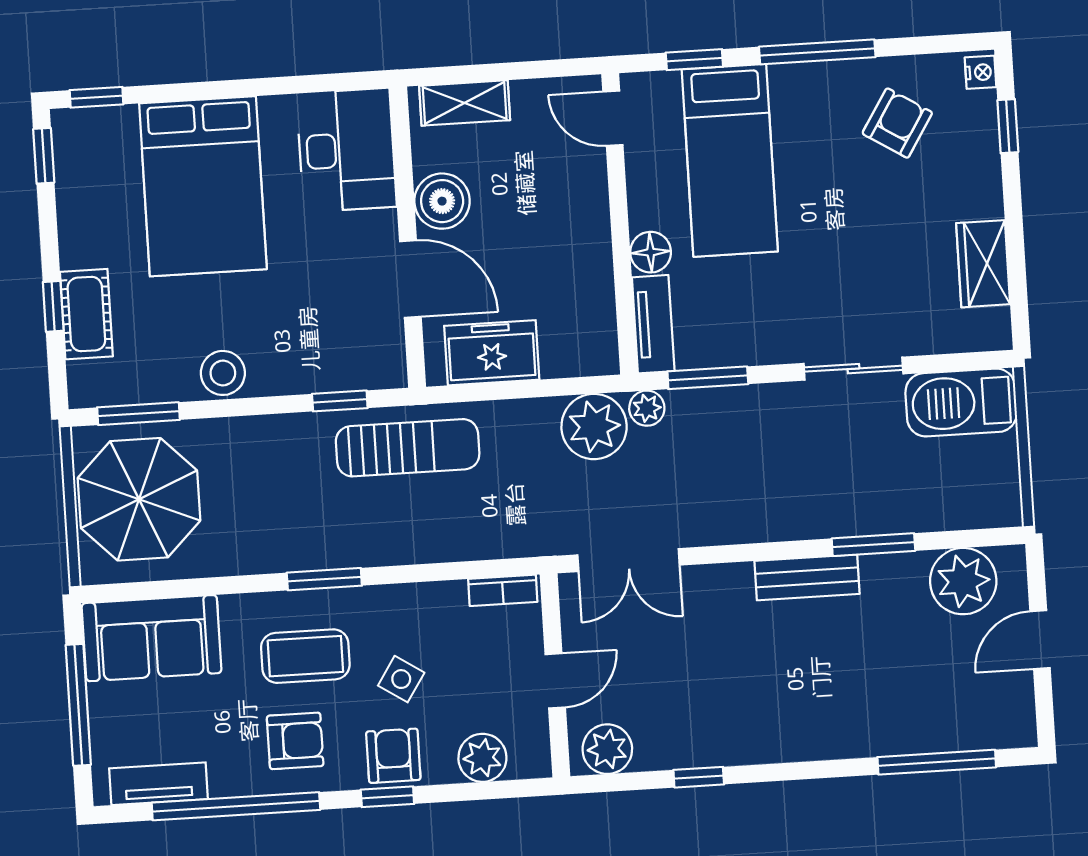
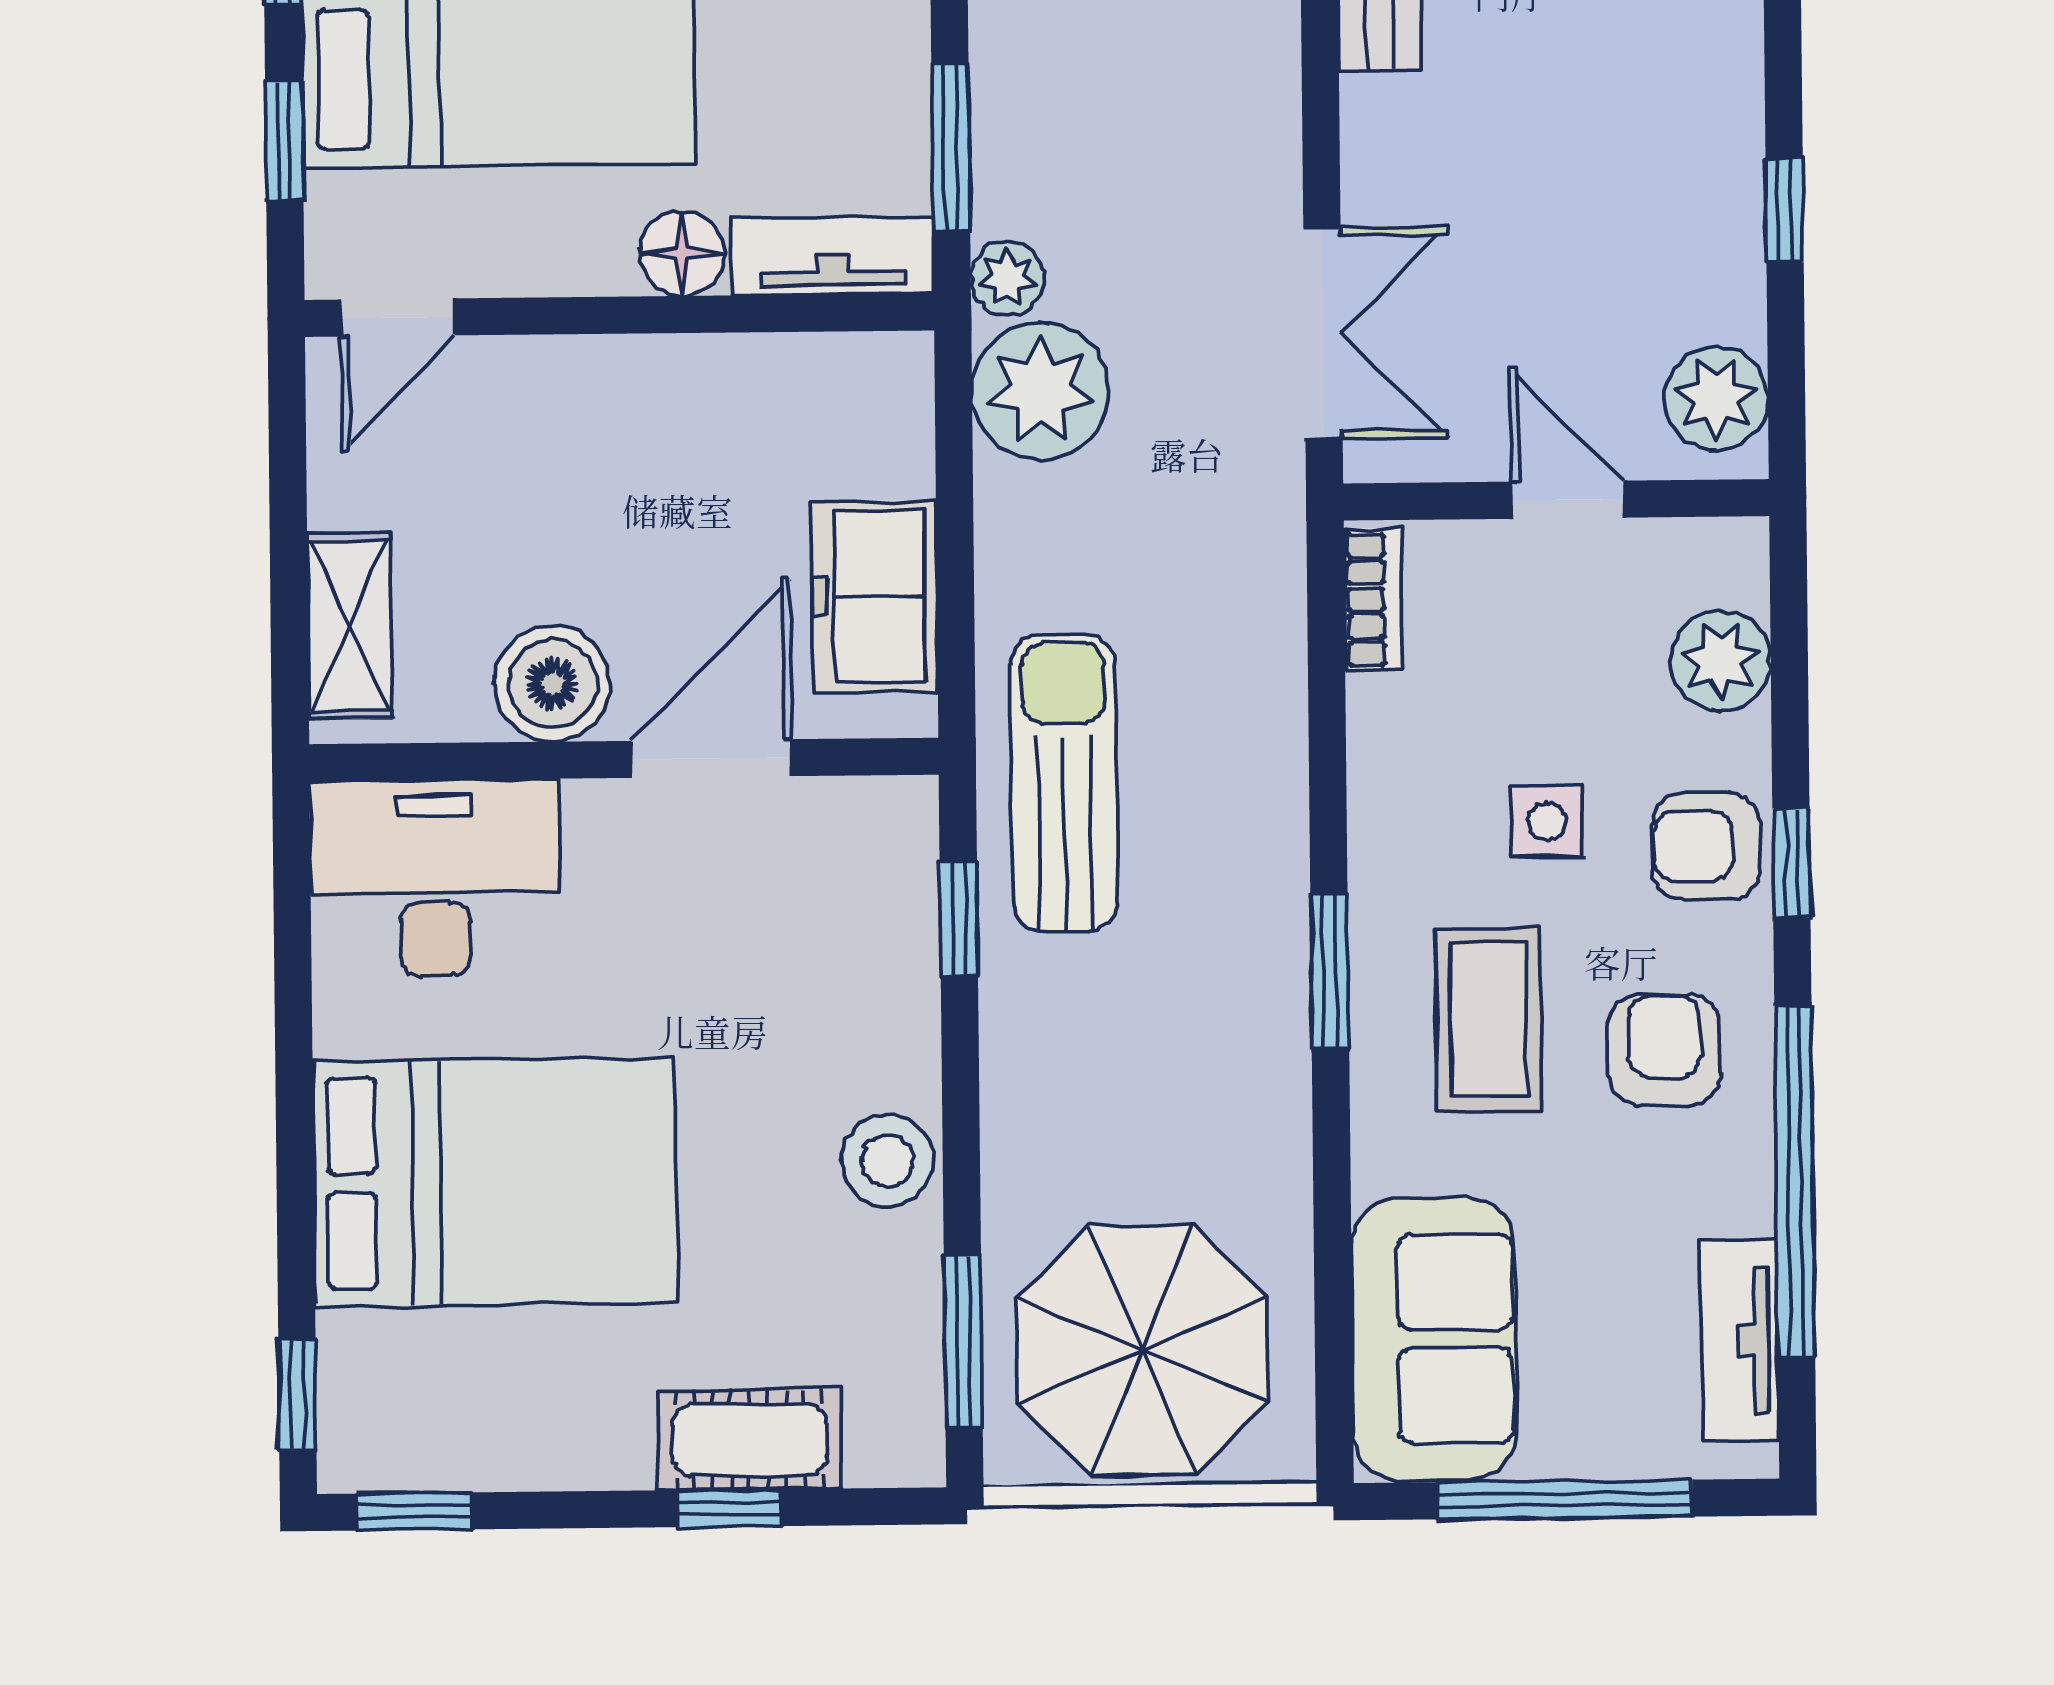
side table: (401, 679) -> (1547, 822), turned -33

